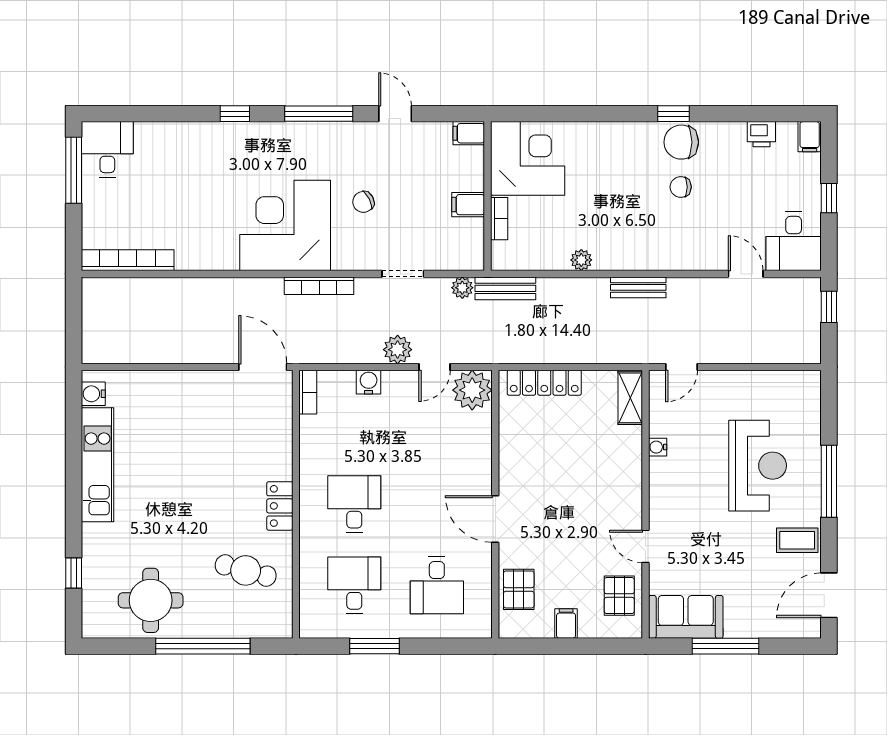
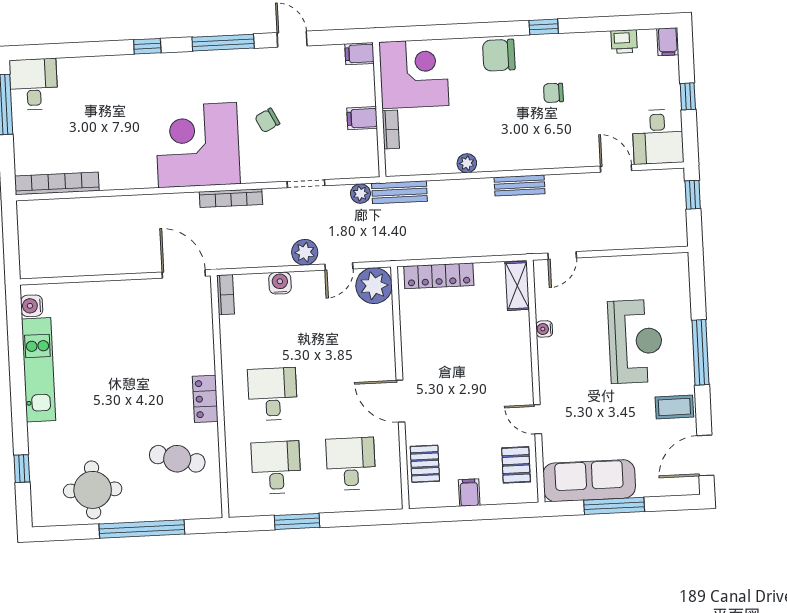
chair: (681, 142) -> (499, 55), moved
desk: (437, 585) -> (351, 464), turned 180
sofa: (686, 617) -> (589, 481), width x1.36

